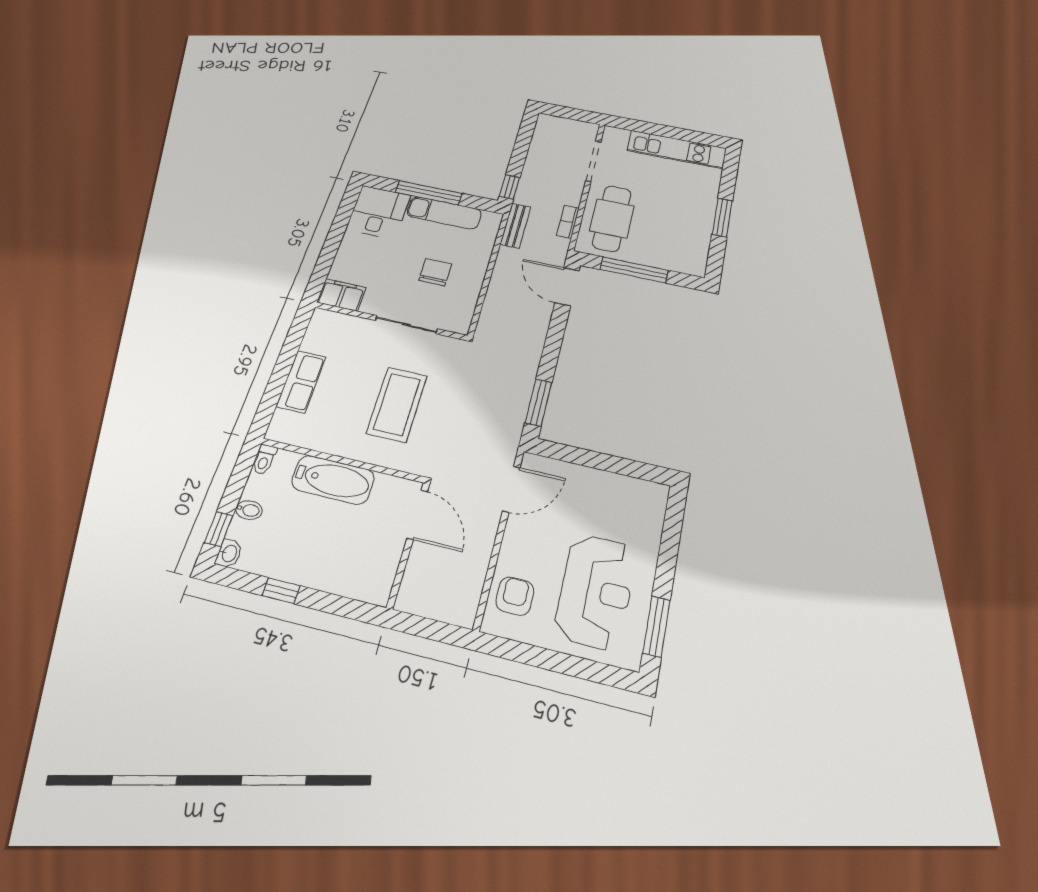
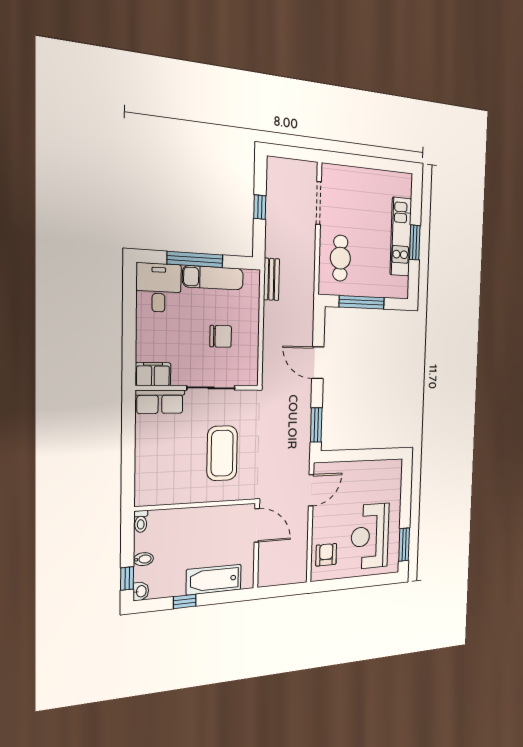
kitchen unit: (677, 149) -> (401, 237), moved, turned 90
window: (509, 187) -> (260, 207), moved
cafe table: (612, 218) -> (340, 258), width x0.73, depth x0.74
bookcase: (568, 222) -> (309, 268), removed
chair: (435, 272) -> (221, 336), turned 90
door: (567, 287) -> (318, 363), moved
row of seats: (301, 382) -> (160, 402), moved, turned 90
bathtub: (333, 480) -> (214, 580), moved, turned 180
reception desk: (596, 591) -> (370, 536), turned 180

